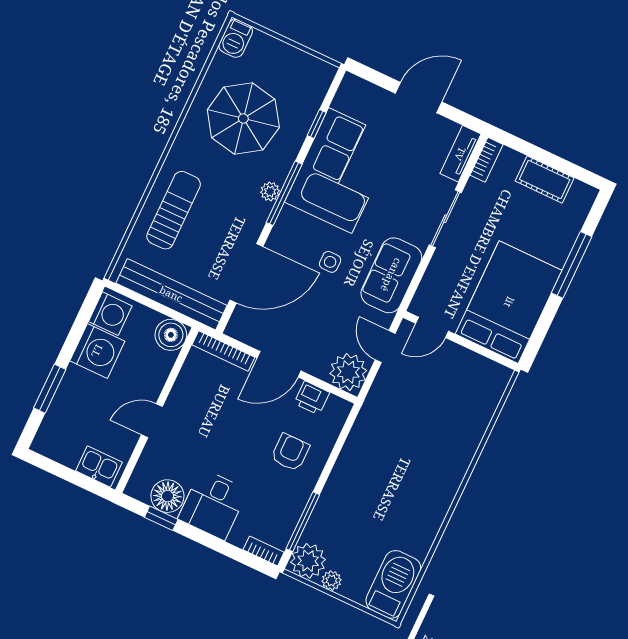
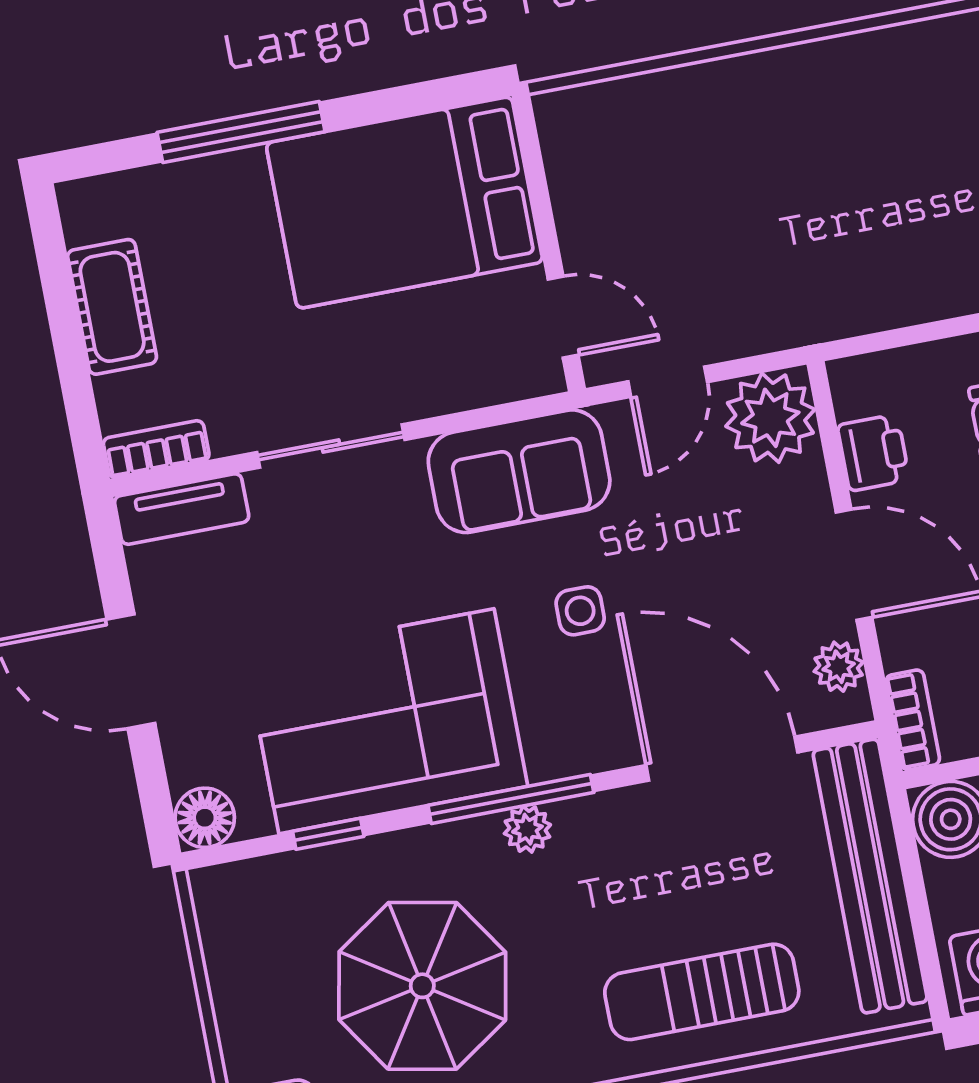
floor lamp: (352, 87) -> (205, 818), added
plant: (249, 334) -> (839, 667), added
bookcase: (223, 351) -> (913, 720), width x0.64

